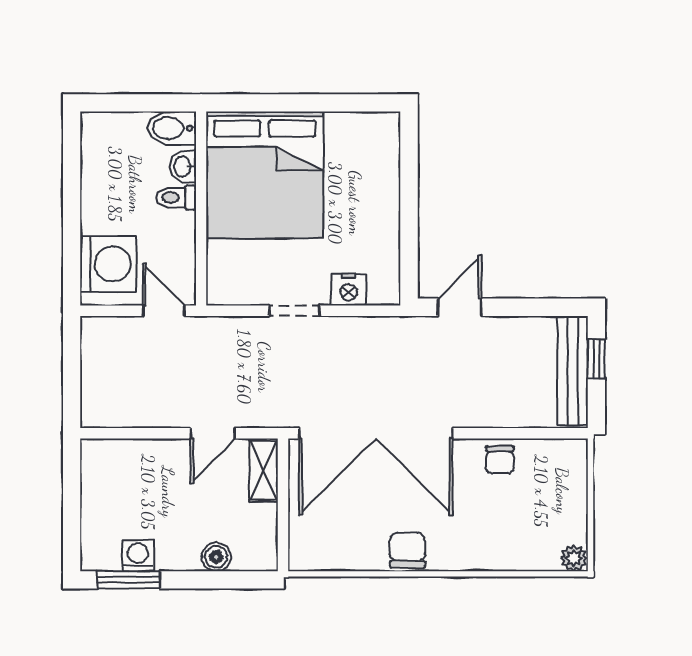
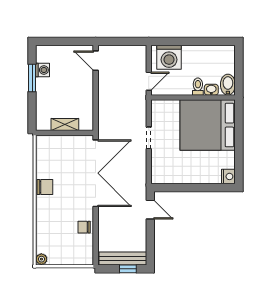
nightstand: (349, 290) -> (228, 176), moved, turned 180
door: (213, 433) -> (96, 61), moved
double door: (376, 433) -> (96, 173), swing flipped
shelving: (264, 470) -> (65, 125), moved
boiler: (216, 557) -> (42, 104), removed
window: (129, 580) -> (32, 78), moved

